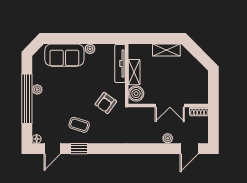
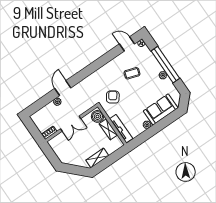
double door: (170, 105) -> (71, 124), swing flipped
coffee table: (79, 125) -> (132, 73), moved
door: (52, 149) -> (127, 44), hinge flipped
window: (79, 149) -> (110, 56), removed
door: (189, 149) -> (63, 88), moved

